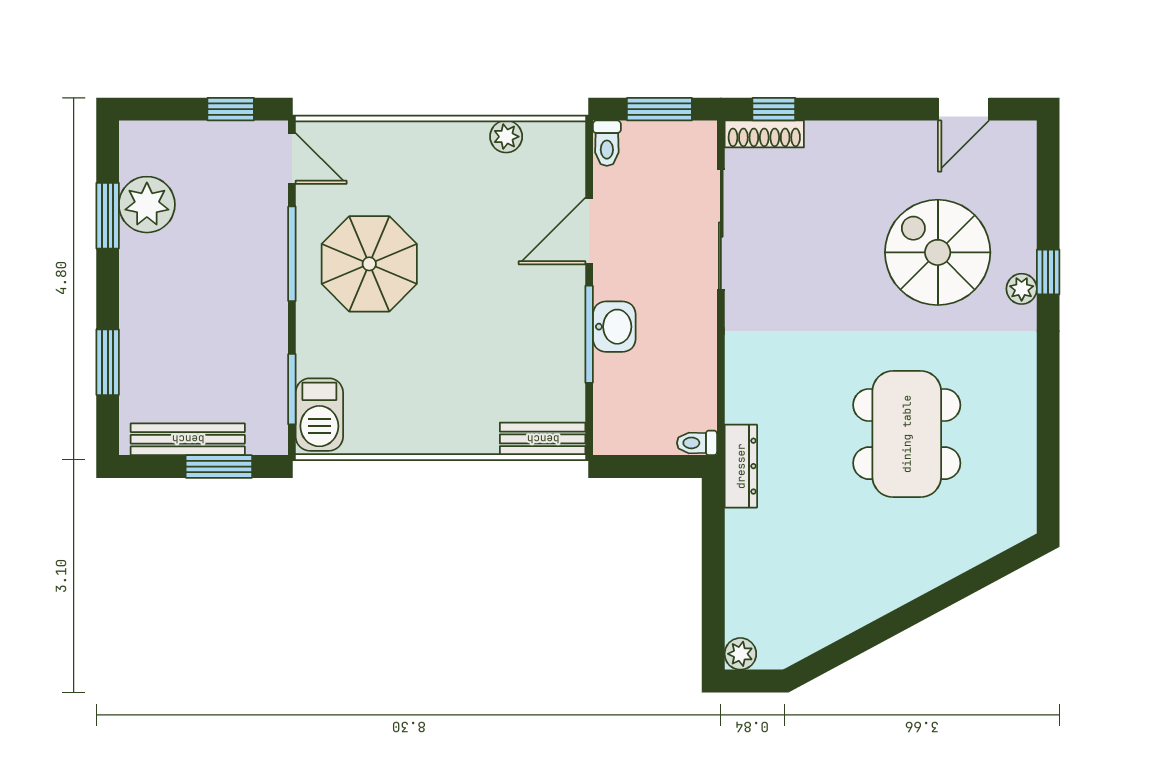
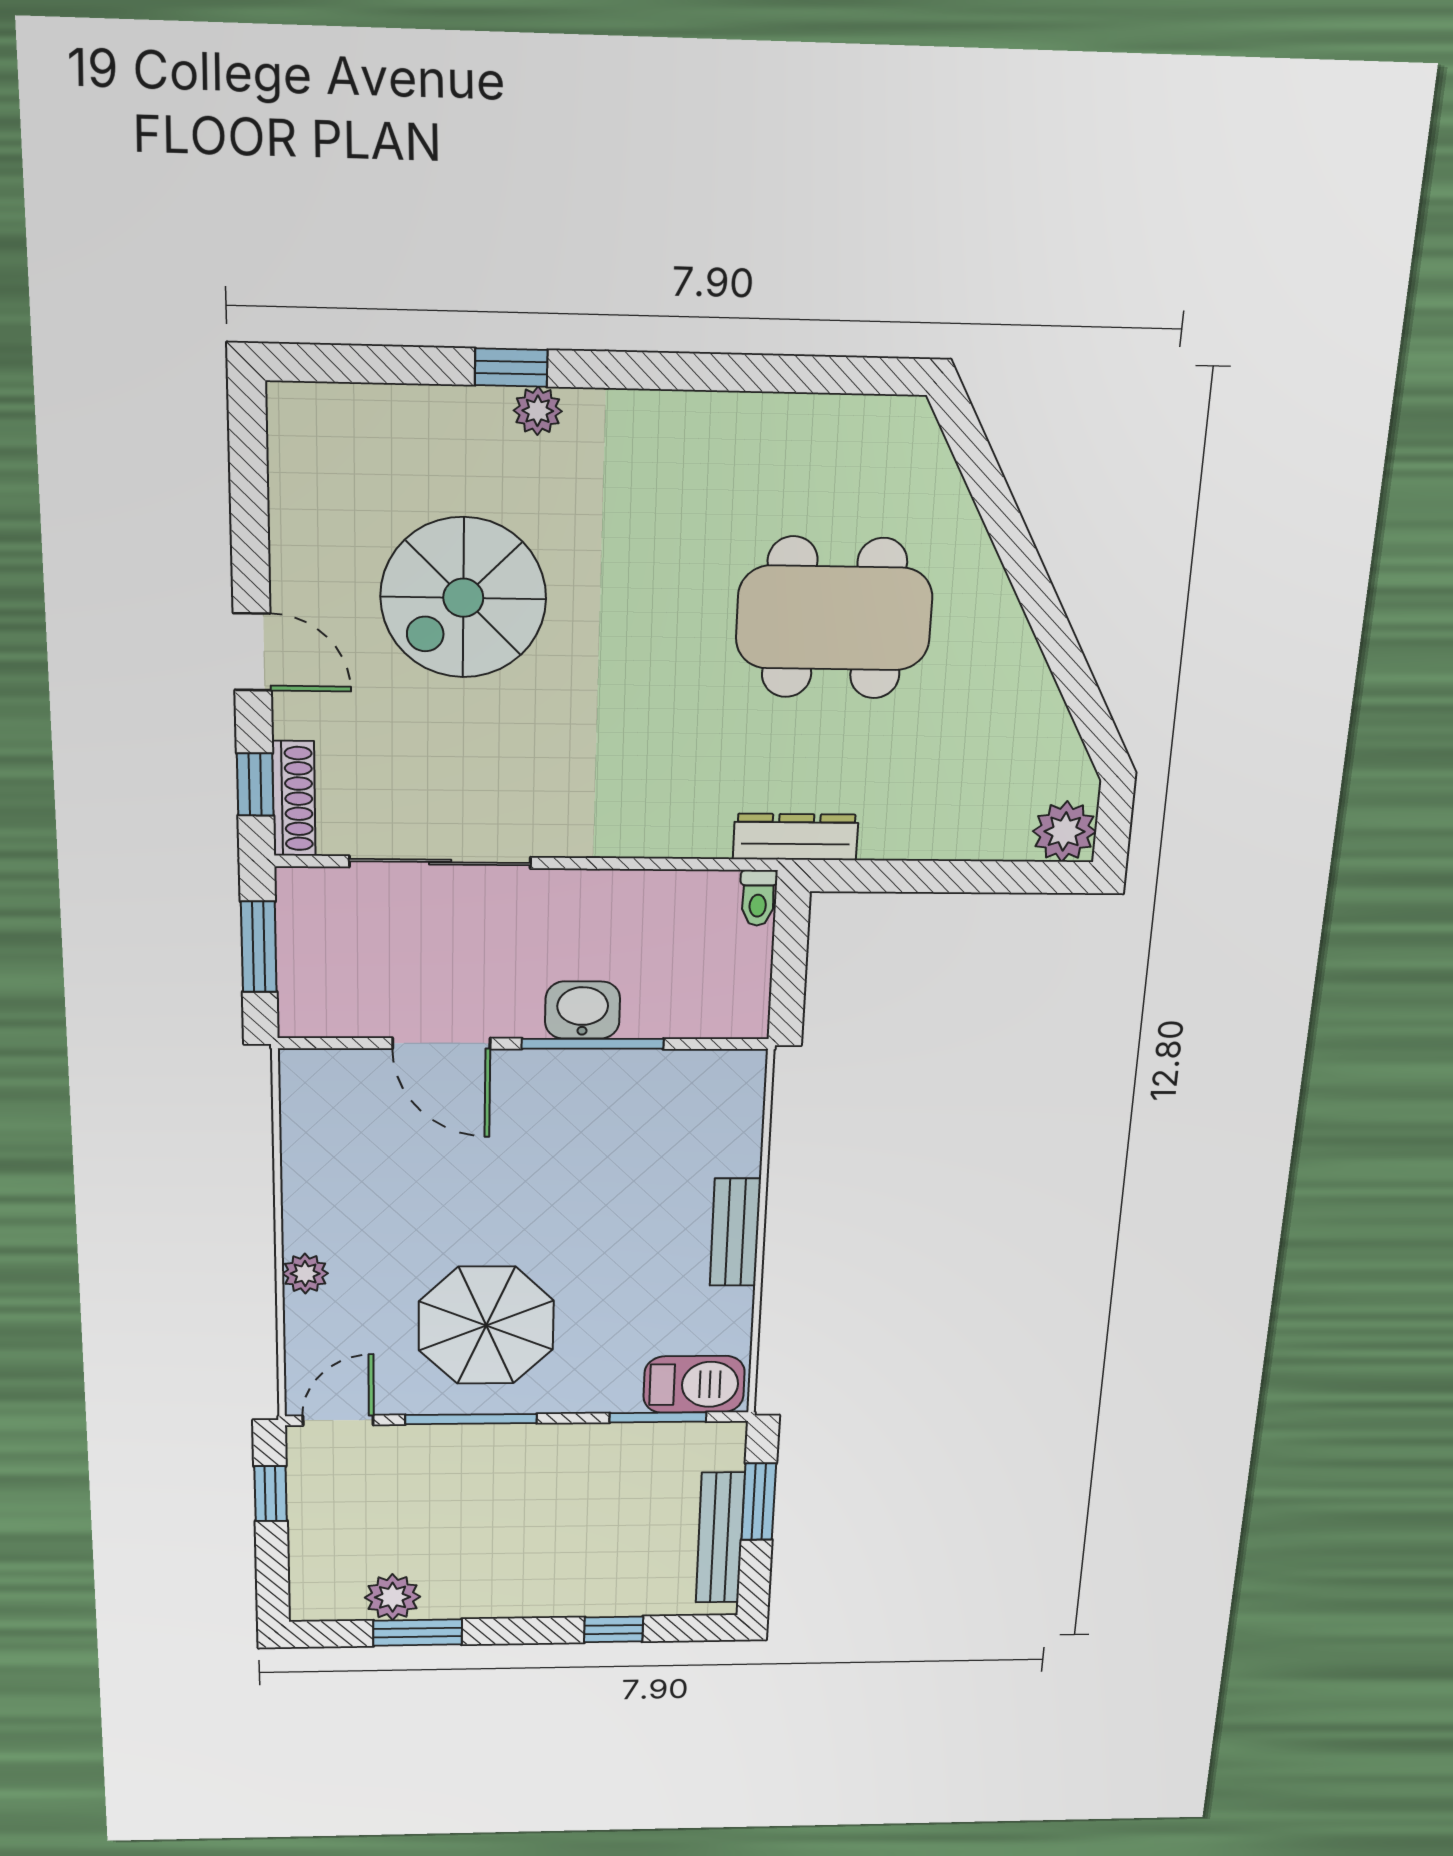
door: (964, 109) -> (252, 652), moved
plant: (506, 137) -> (305, 1274), moved
toilet: (607, 143) -> (311, 1019), removed
plant: (147, 205) -> (393, 1597), width x0.73, depth x0.73
spiral stairs: (938, 252) -> (463, 598), moved
window: (108, 362) -> (614, 1629), width x0.67
dining table: (907, 434) -> (834, 618), moved
bench: (543, 439) -> (735, 1232), moved
plant: (740, 654) -> (1064, 831), width x1.38, depth x1.38

